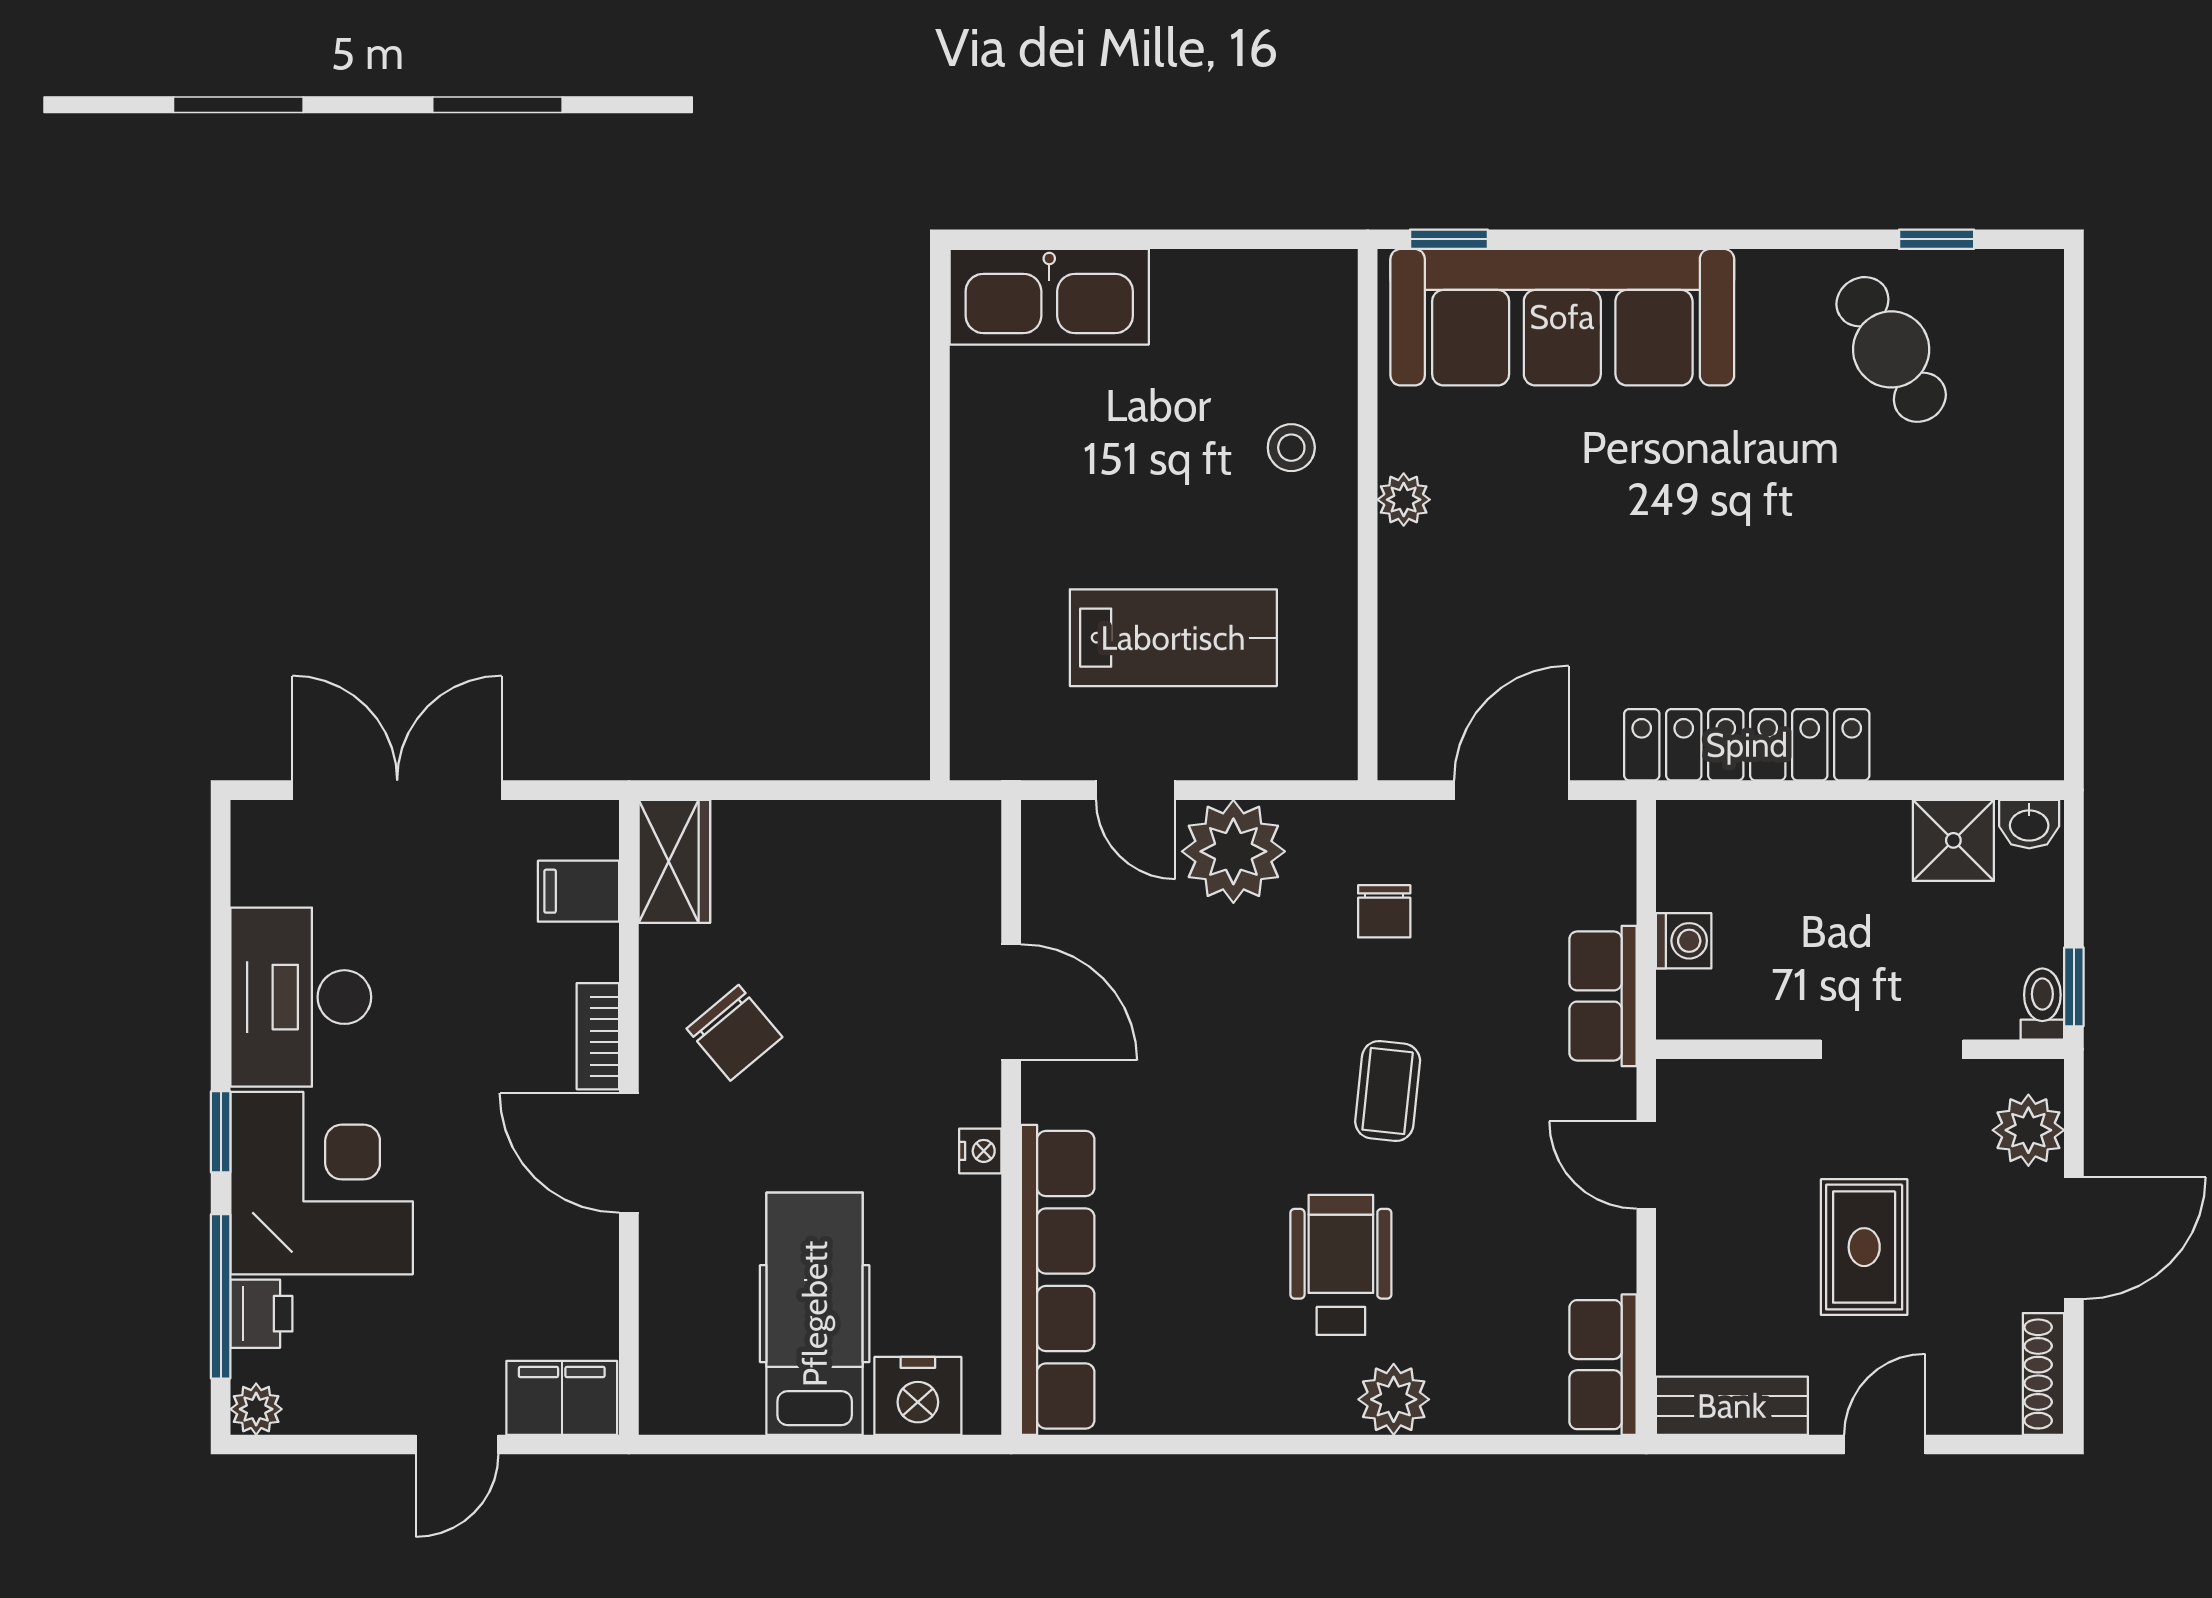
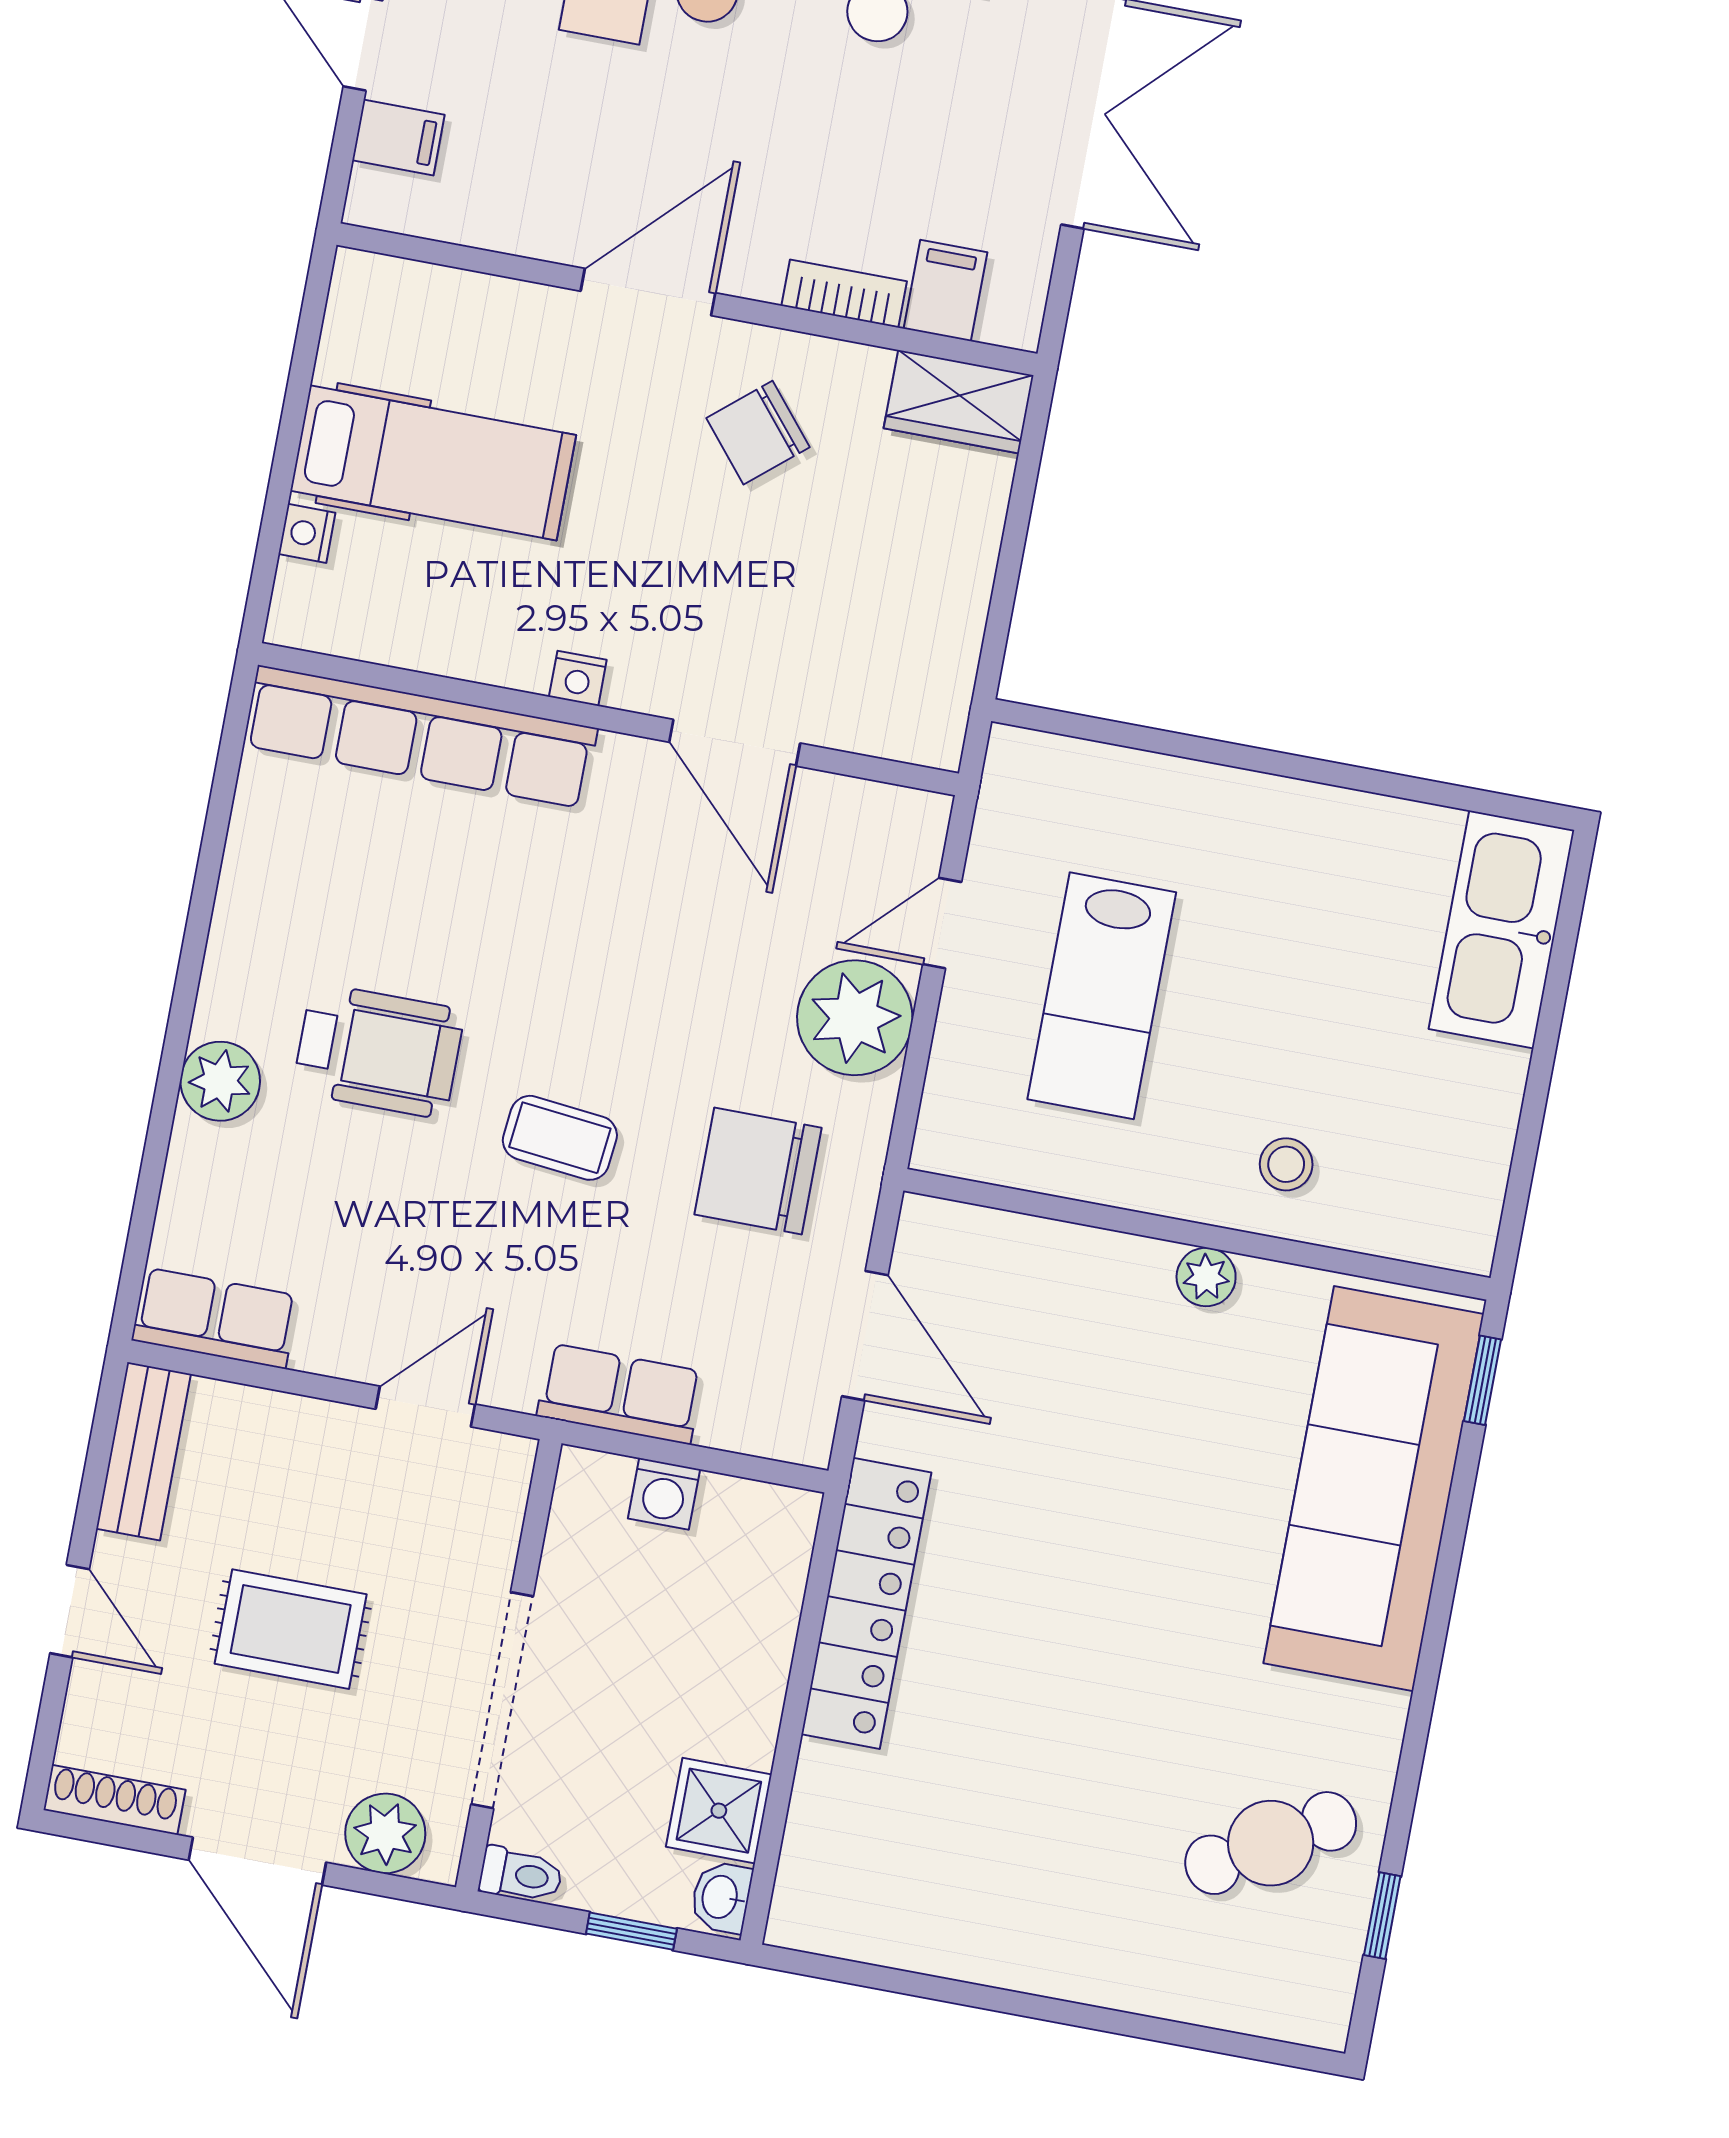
chair: (1384, 911) -> (758, 1171), width x1.87, depth x1.87
window: (2074, 987) -> (631, 1931), moved
door: (1011, 1002) -> (735, 743), hinge flipped
bookcase: (598, 1036) -> (844, 294), moved
doorway: (1892, 1049) -> (502, 1700), width x1.36
nightstand: (918, 1396) -> (307, 533), width x0.53, depth x0.56
filing cabinet: (562, 1398) -> (398, 138), width x0.50

